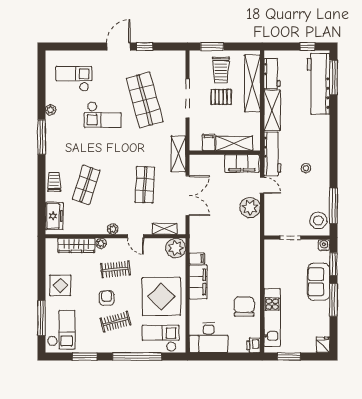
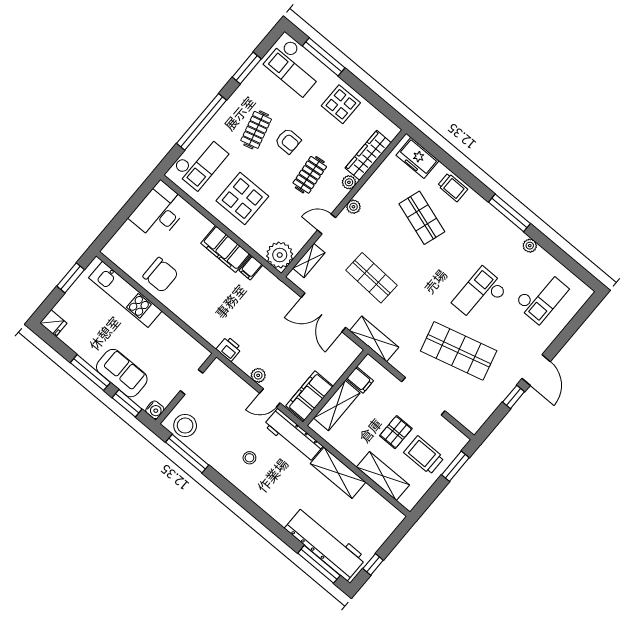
workbench: (272, 74) -> (376, 504), removed
shelving: (252, 83) -> (383, 476), width x0.68
plant: (250, 207) -> (258, 375), width x0.53, depth x0.53
display table: (161, 296) -> (242, 199), width x0.73, depth x0.73
printer: (254, 345) -> (229, 349), moved

